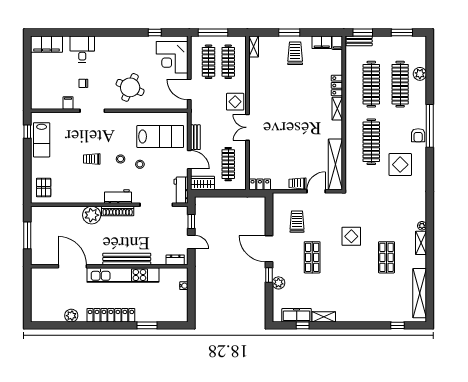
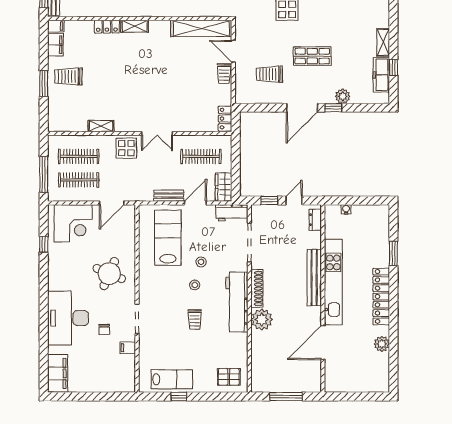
shelving: (254, 47) -> (101, 126), moved
desk: (82, 49) -> (68, 318), width x1.87, depth x1.30
window: (27, 132) -> (179, 397), moved
workbench: (118, 196) -> (237, 302), width x1.88, depth x1.32

